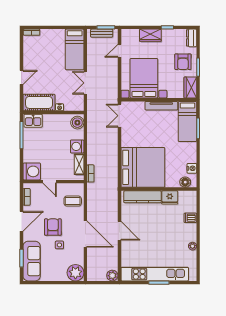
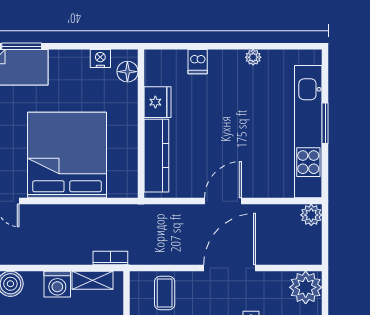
bed: (143, 167) -> (67, 155), moved

